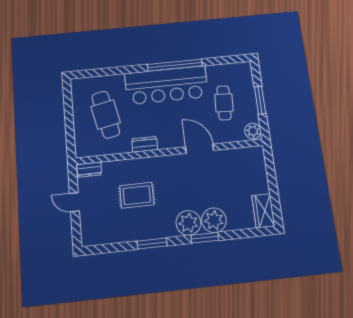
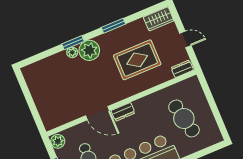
dresser: (145, 144) -> (123, 112), moved
rug: (137, 195) -> (137, 60), width x1.36, depth x1.43
wardrobe: (263, 211) -> (159, 19), moved, turned 90
plant: (214, 220) -> (72, 52), width x0.53, depth x0.53

